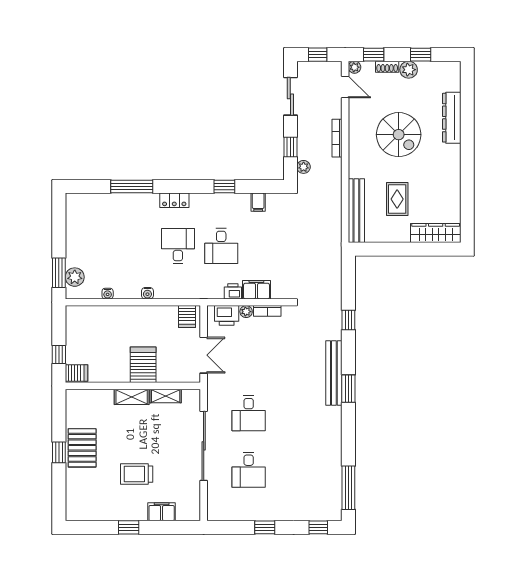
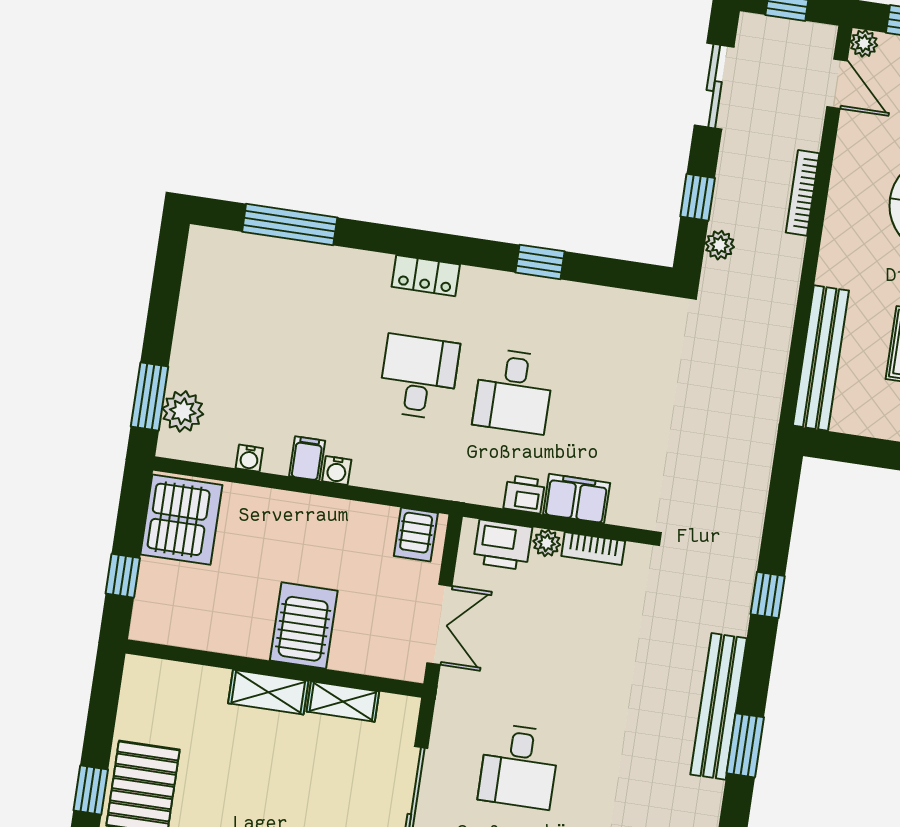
window: (132, 186) -> (290, 225), moved
filing cabinet: (258, 202) -> (307, 458), moved, turned 180
server rack: (76, 373) -> (181, 520), moved, width x2.18, depth x1.44

